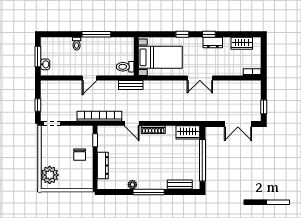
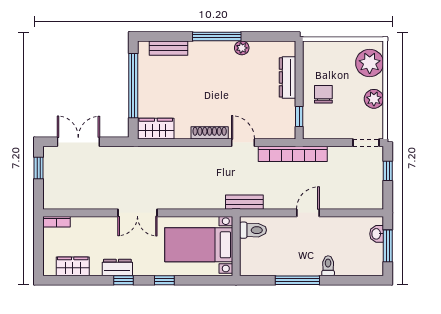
double door: (200, 78) -> (137, 213), swing flipped
plant: (47, 152) -> (374, 99), added

